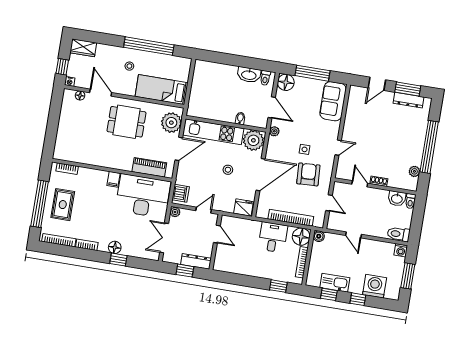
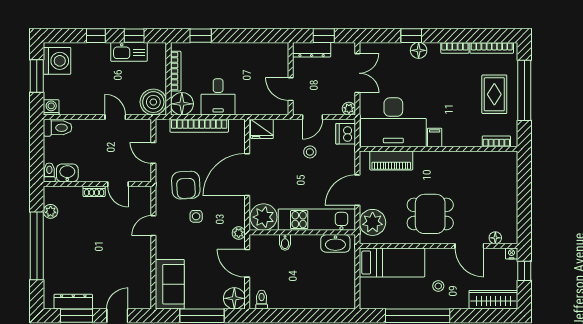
wardrobe: (83, 48) -> (493, 300), width x1.50
washbasin: (249, 75) -> (335, 243), moved, turned 180
stool: (228, 170) -> (310, 152), moved
boiler: (319, 236) -> (153, 102), width x1.86, depth x1.86
washing machine: (375, 286) -> (57, 61), moved, turned -90

